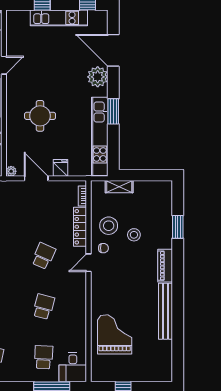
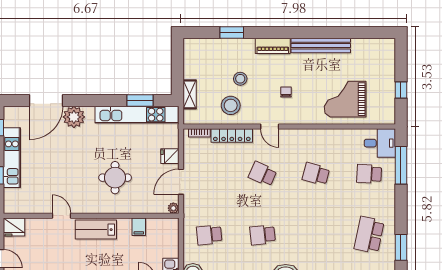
window: (113, 111) -> (140, 100), moved
chair: (103, 248) -> (286, 92), moved

